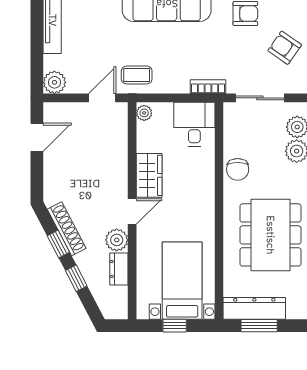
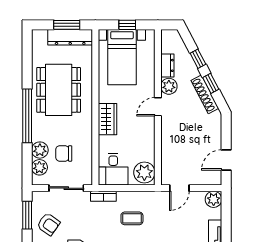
coffee table: (137, 75) -> (132, 218), moved
plant: (144, 113) -> (144, 172), width x1.88, depth x1.88
chair: (238, 169) -> (64, 153), moved, turned -90
wardrobe: (149, 175) -> (108, 119), moved, turned 180

